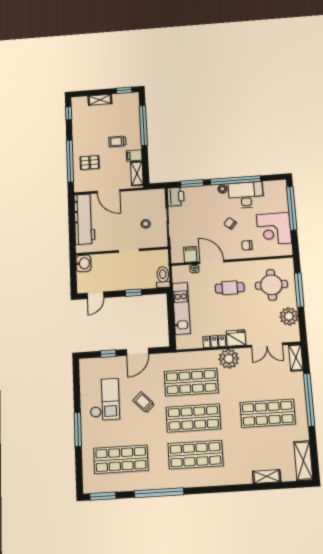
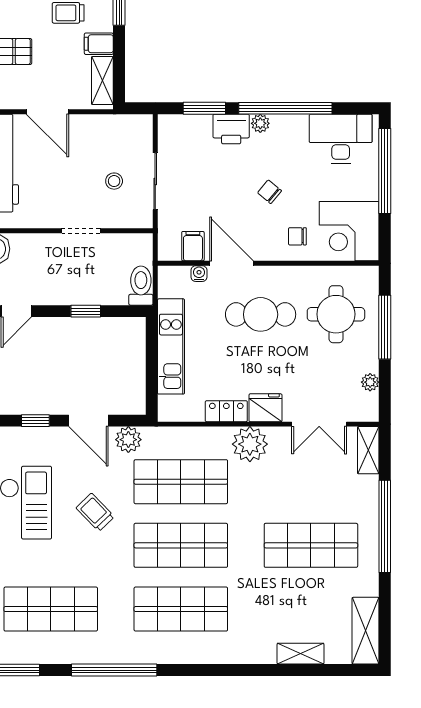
desk: (246, 195) -> (341, 139), moved
printer: (176, 197) -> (231, 129), moved, turned 90
corner desk: (274, 229) -> (349, 231), moved
cafe table: (230, 288) -> (261, 314), width x1.37, depth x1.35
plant: (289, 316) -> (370, 382), width x0.53, depth x0.53
door: (138, 352) -> (88, 421), hinge flipped
plant: (160, 361) -> (128, 440), added

